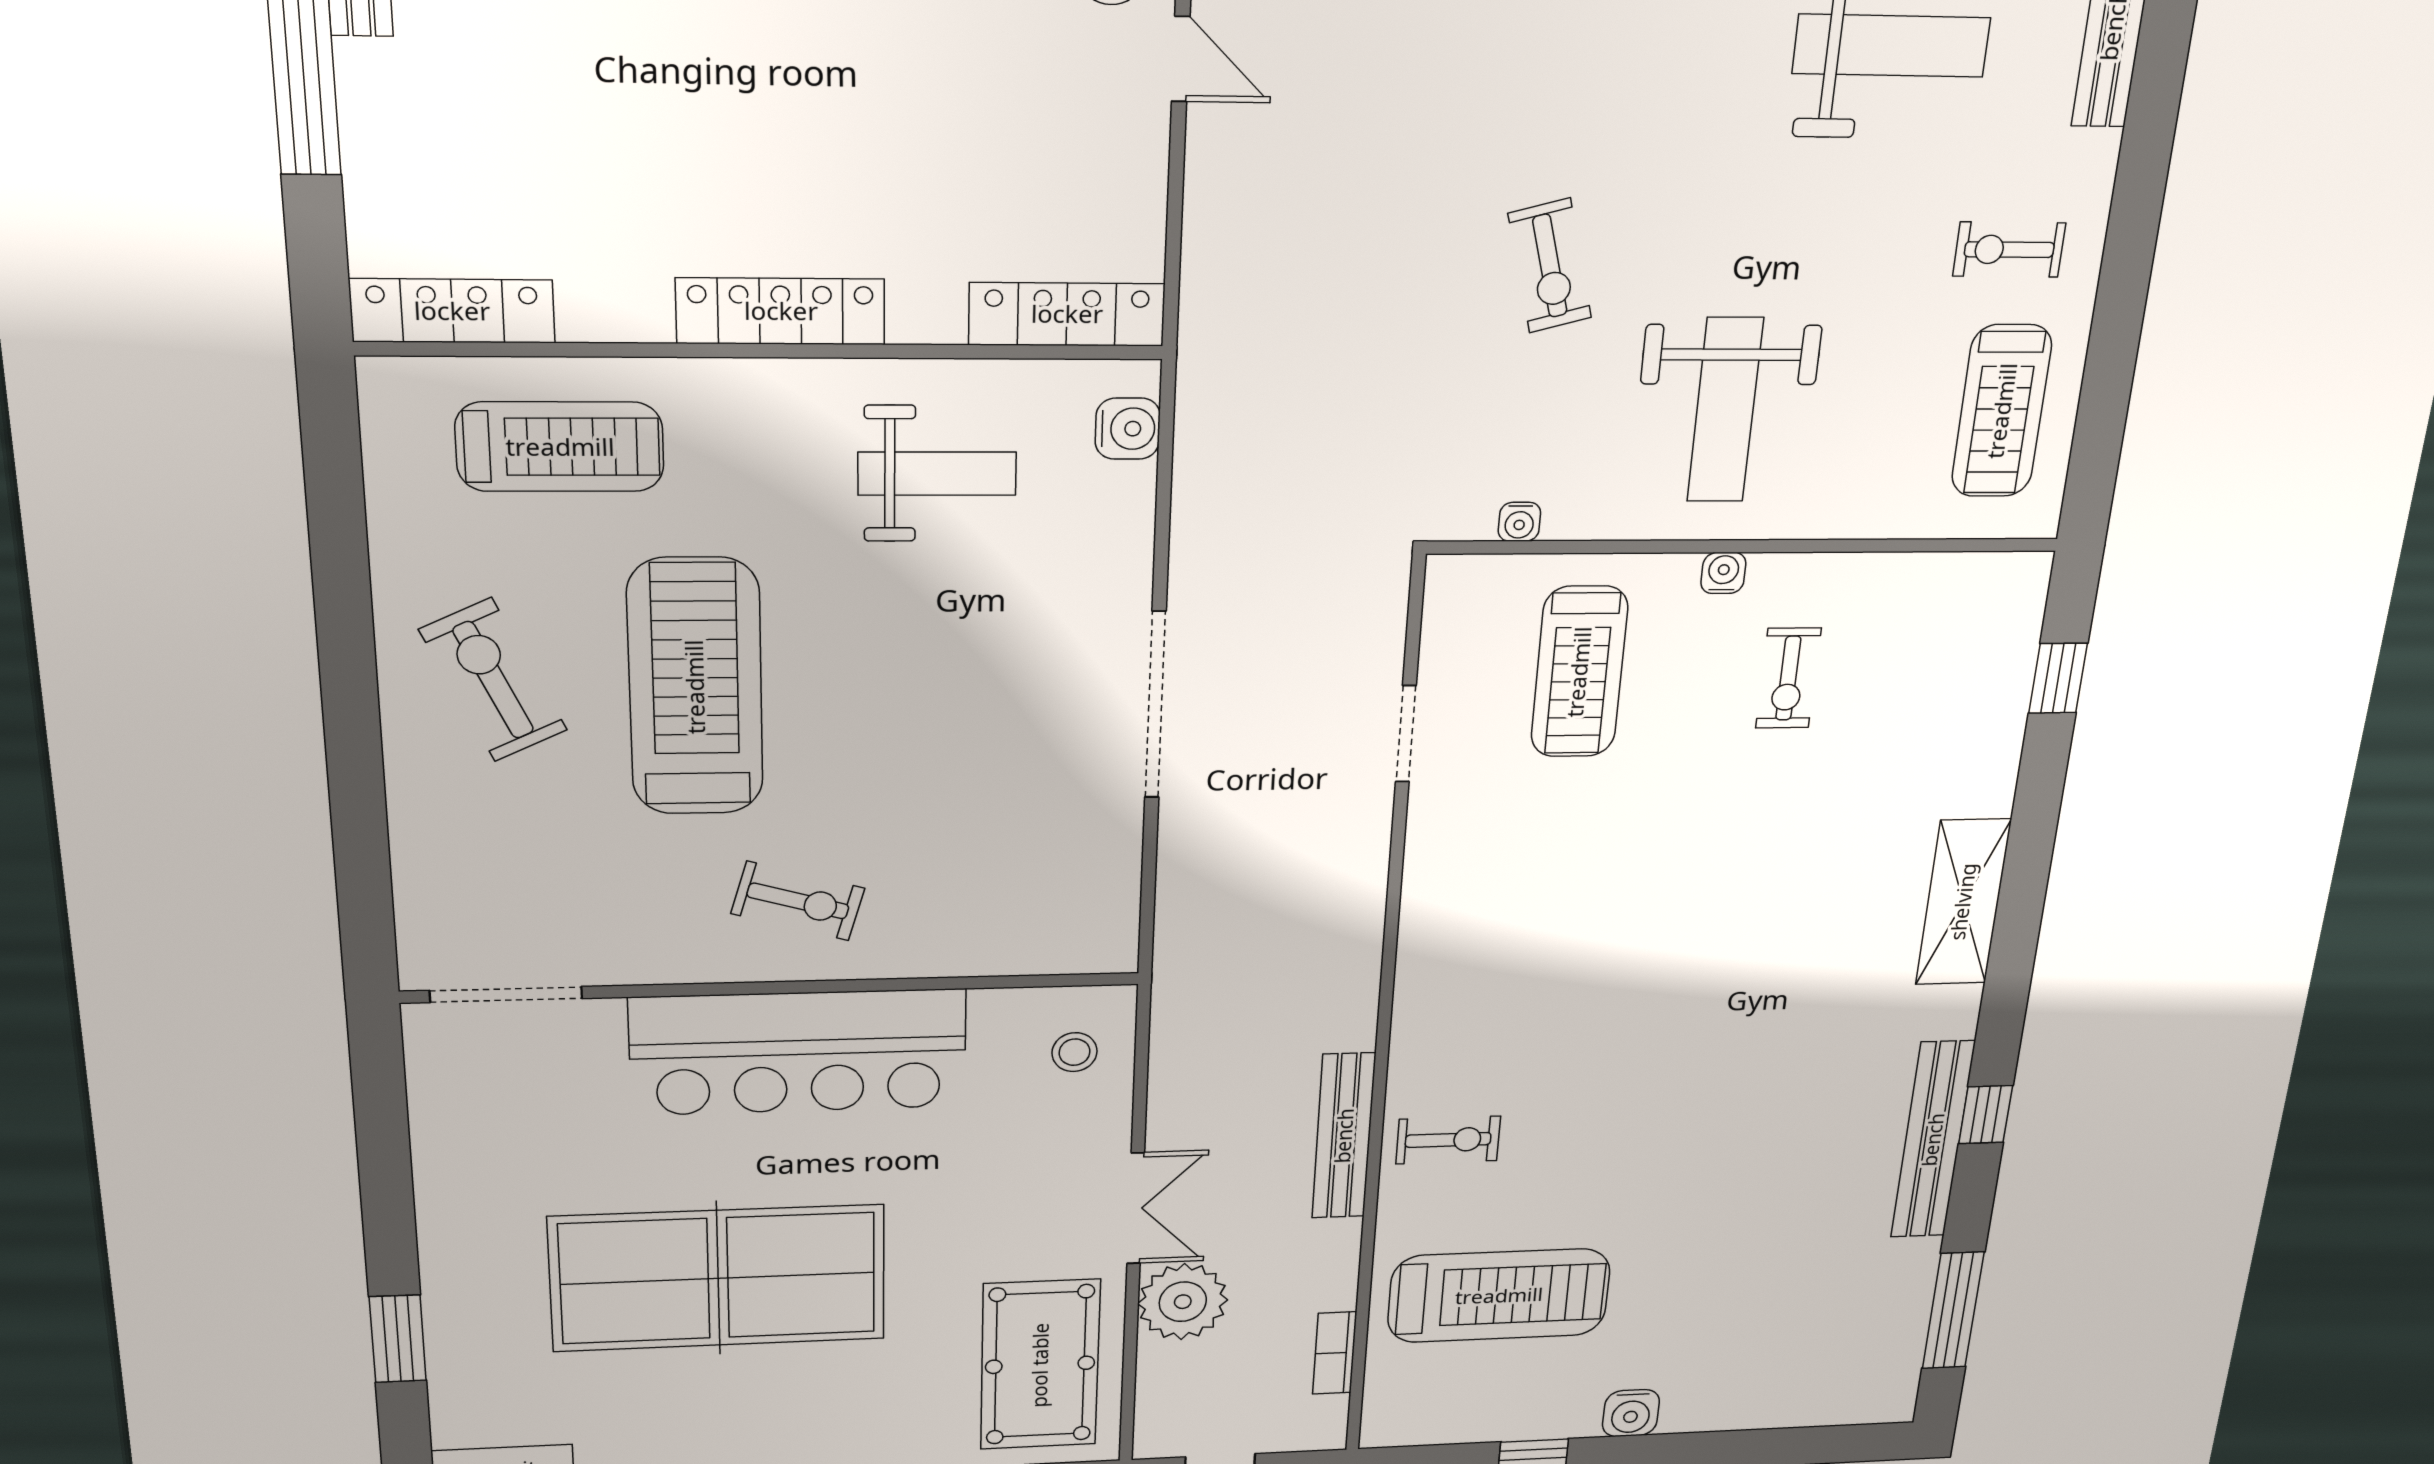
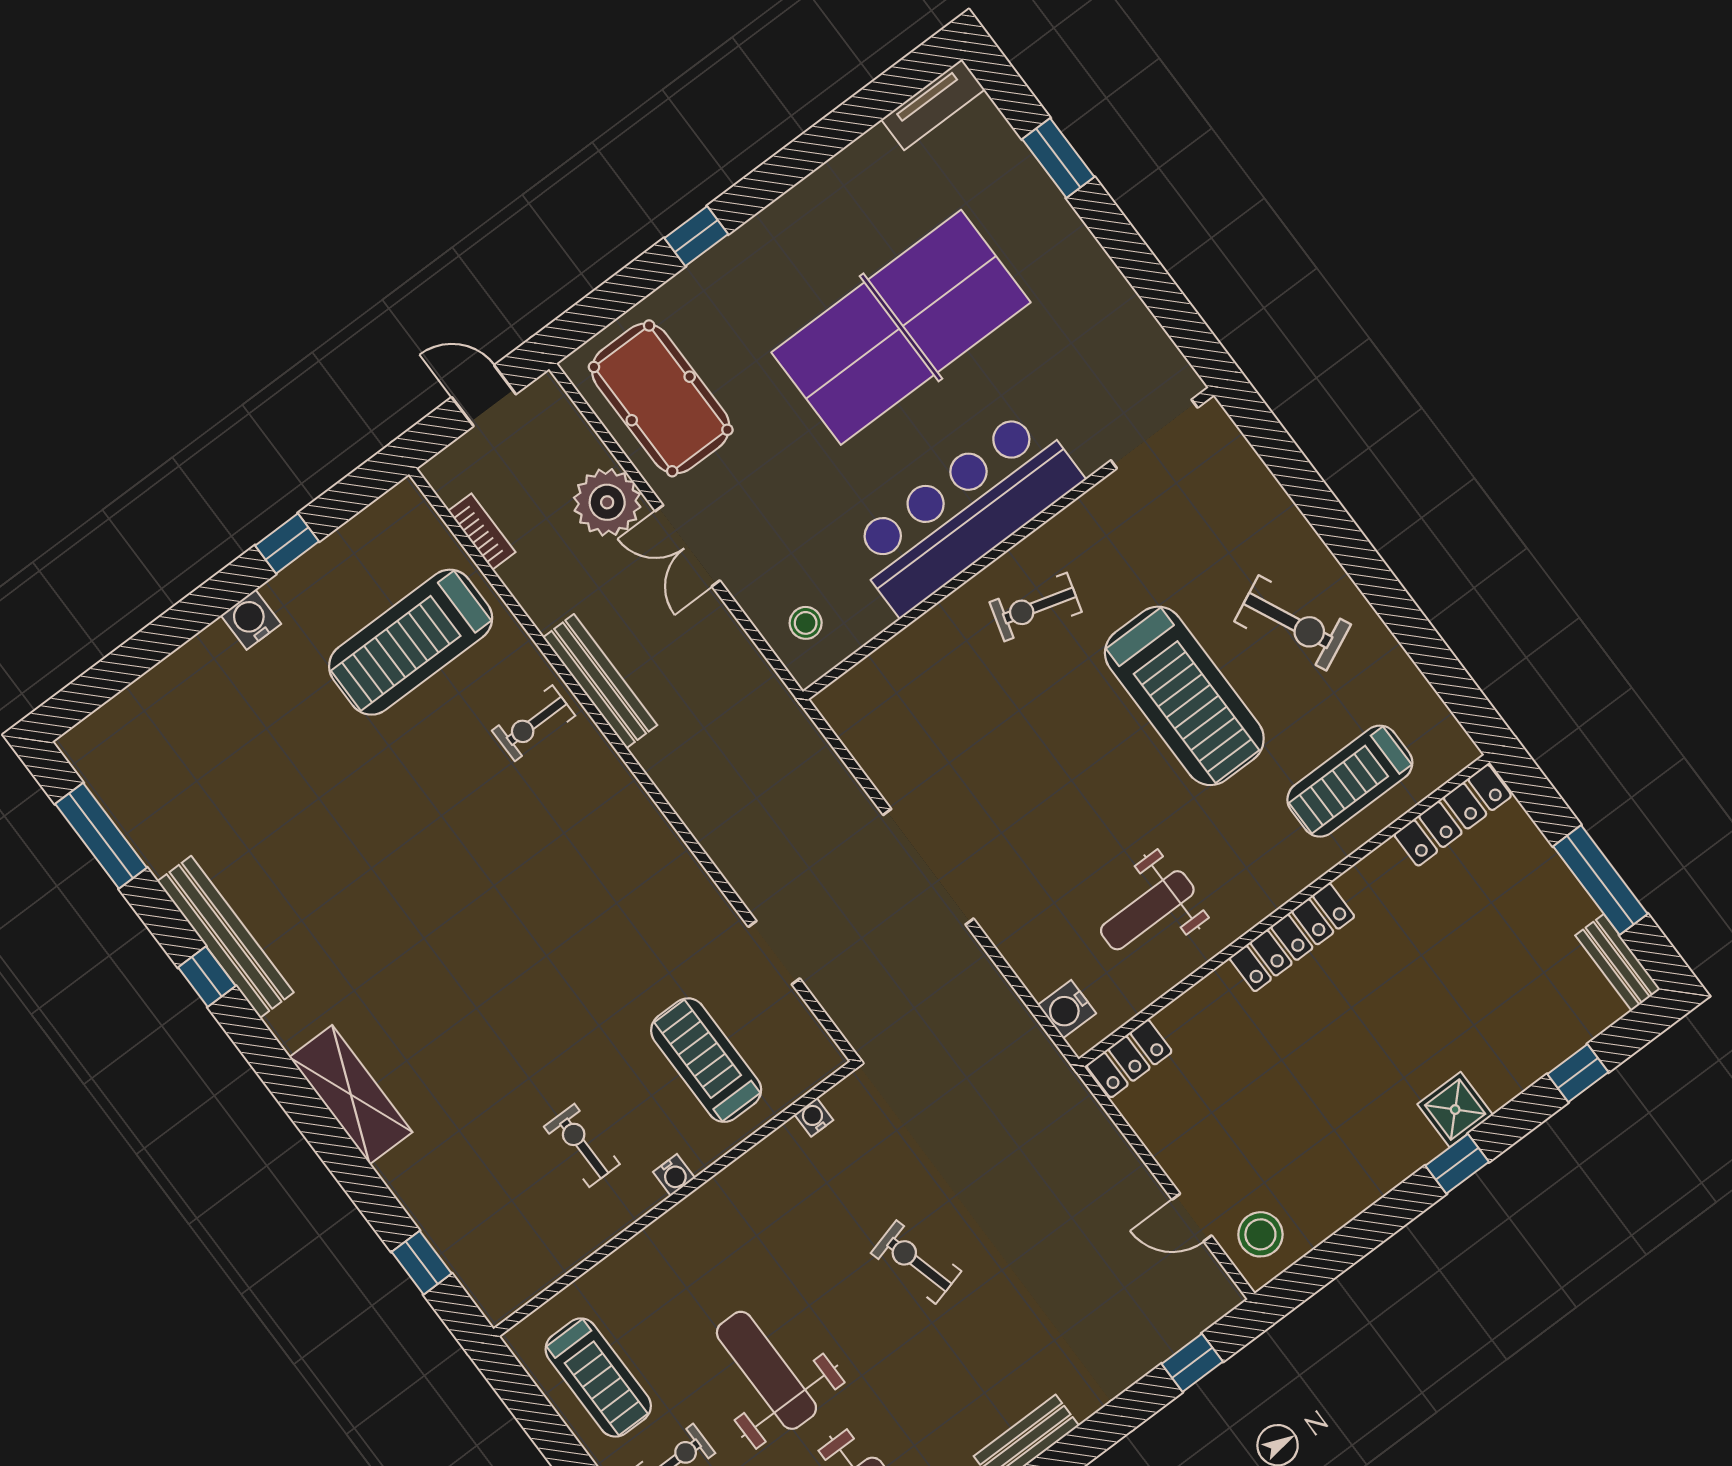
locker: (1067, 314) -> (1129, 1058), width x0.66
weight bench: (1725, 410) -> (766, 1370), moved
treadmill: (2002, 411) -> (598, 1378), turned 180

